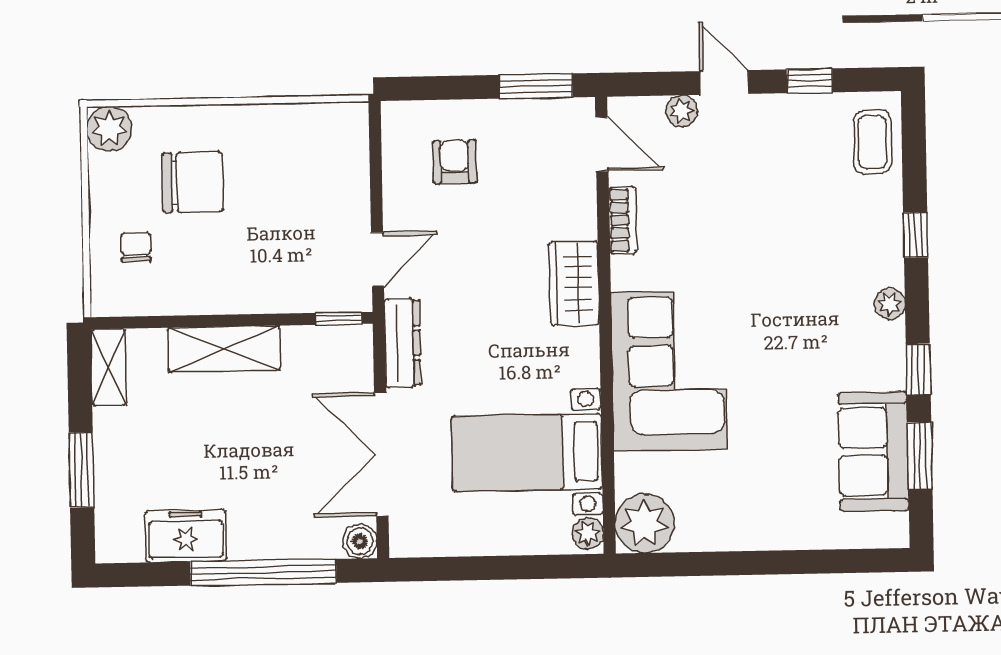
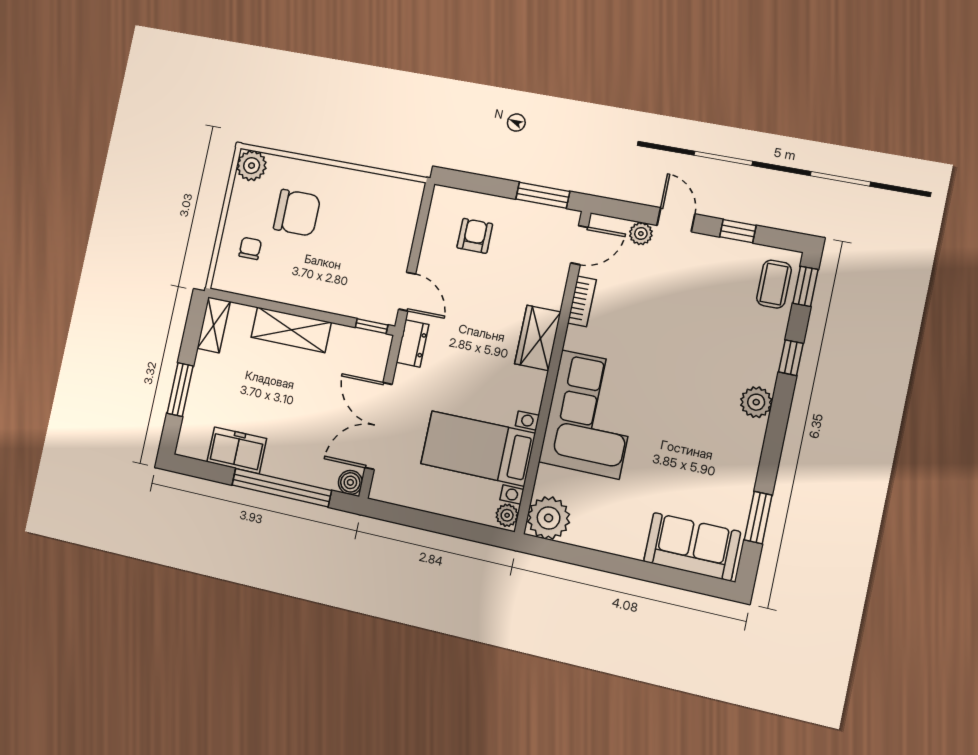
door: (602, 144) -> (579, 245), hinge flipped
door: (377, 259) -> (407, 292), hinge flipped
plant: (890, 304) -> (756, 402), width x1.38, depth x1.38
dresser: (402, 343) -> (413, 343), width x0.70
window: (918, 369) -> (805, 286), moved
sofa: (873, 451) -> (692, 547), moved, turned 90

